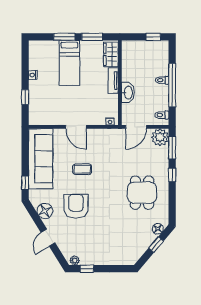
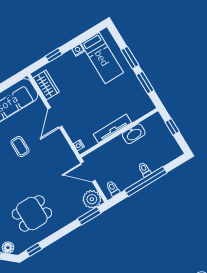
window: (153, 37) -> (172, 127), moved
wardrobe: (111, 54) -> (46, 85), moved, turned 90
bed: (69, 63) -> (102, 58), moved, turned -90
tv unit: (113, 81) -> (112, 129), width x1.41
washbasin: (128, 93) -> (134, 134), moved
window: (172, 175) -> (34, 250), moved

